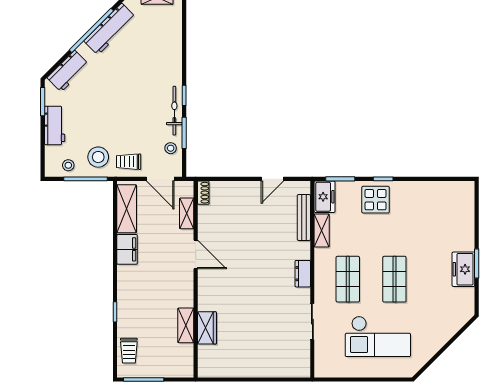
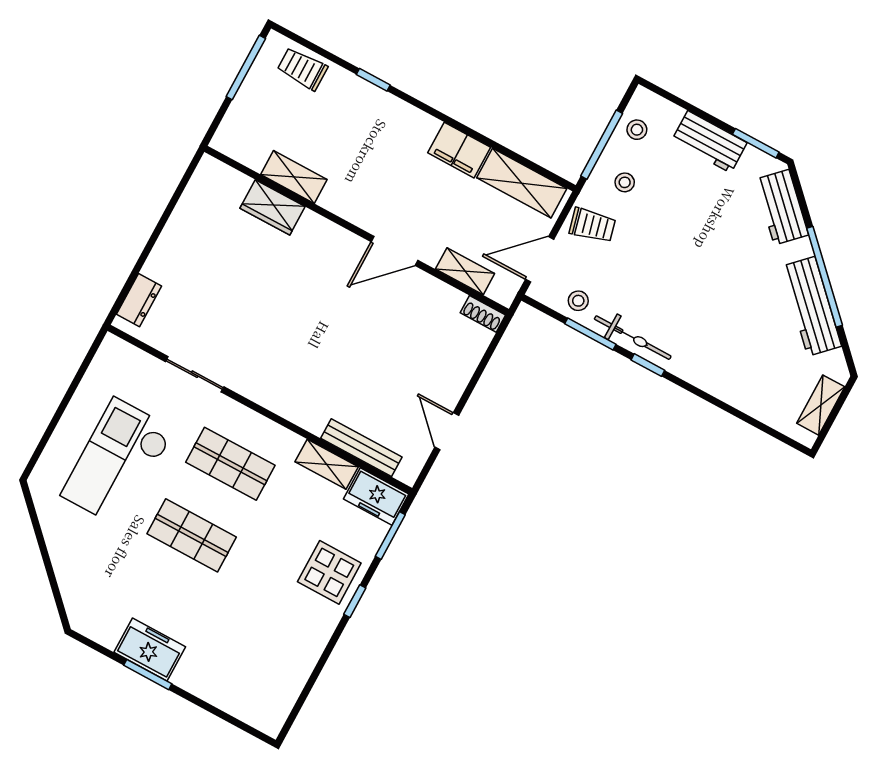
stool: (98, 157) -> (625, 182), width x0.53, depth x0.53
trolley: (129, 162) -> (592, 225), turned 76
dresser: (303, 274) -> (139, 300), moved, turned 90

